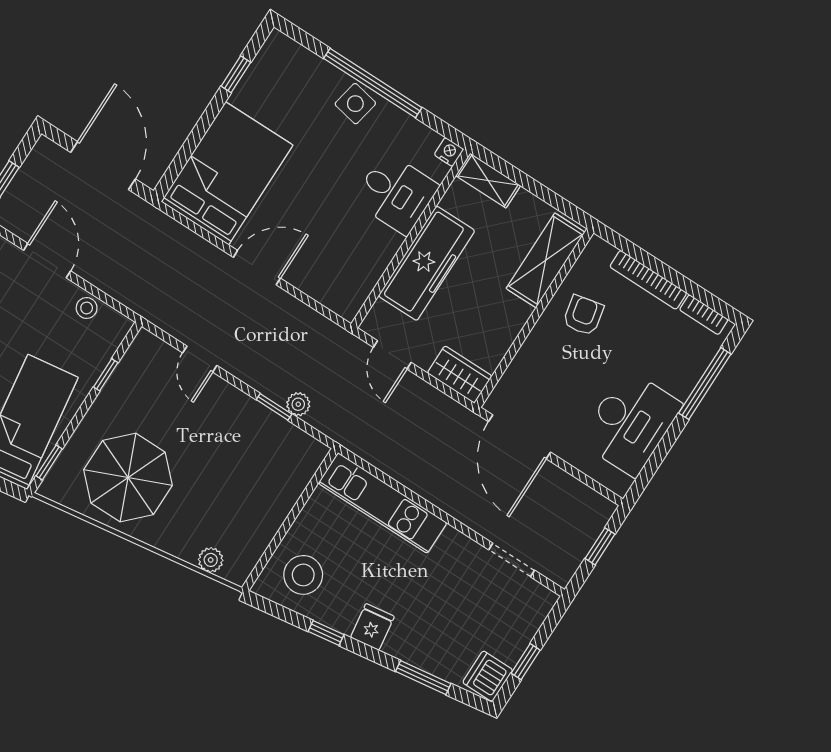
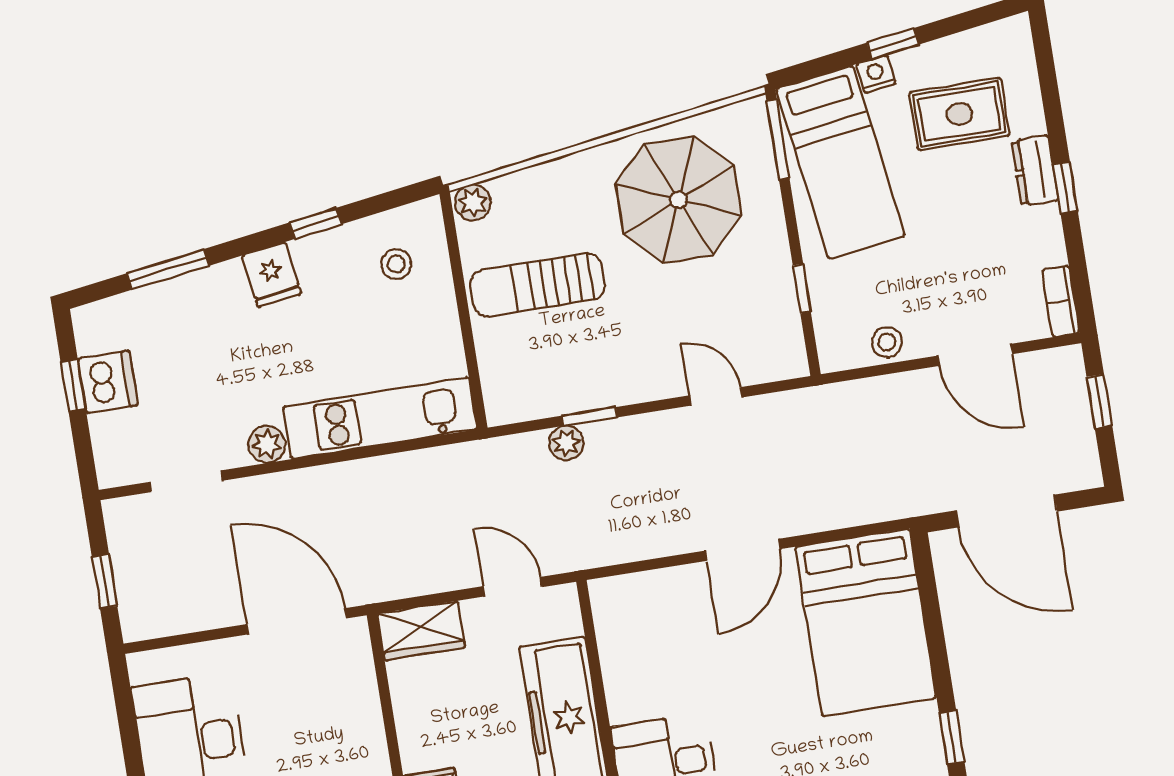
window: (49, 462) -> (778, 140), width x1.50
sun lounger: (240, 499) -> (537, 285), added
plant: (453, 542) -> (267, 444), added
plant: (211, 560) -> (473, 202), moved
stool: (303, 575) -> (396, 264), width x0.53, depth x0.53
dishwasher: (488, 676) -> (108, 382), moved

